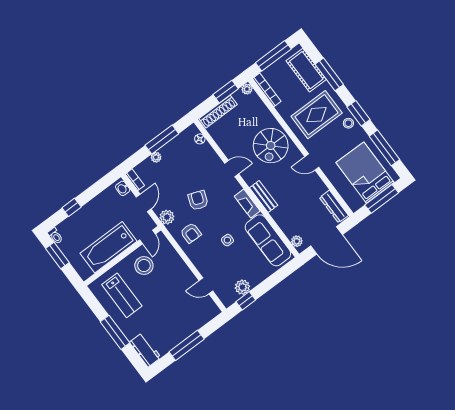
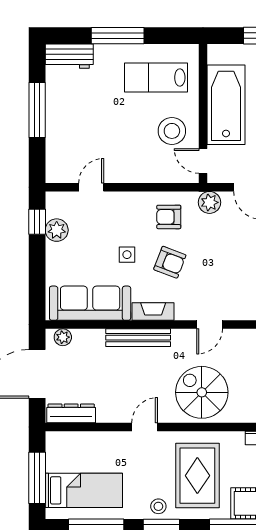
bed: (365, 173) -> (84, 490), width x0.67
bench: (264, 197) -> (138, 338), width x1.36
armchair: (198, 200) -> (170, 262), moved

